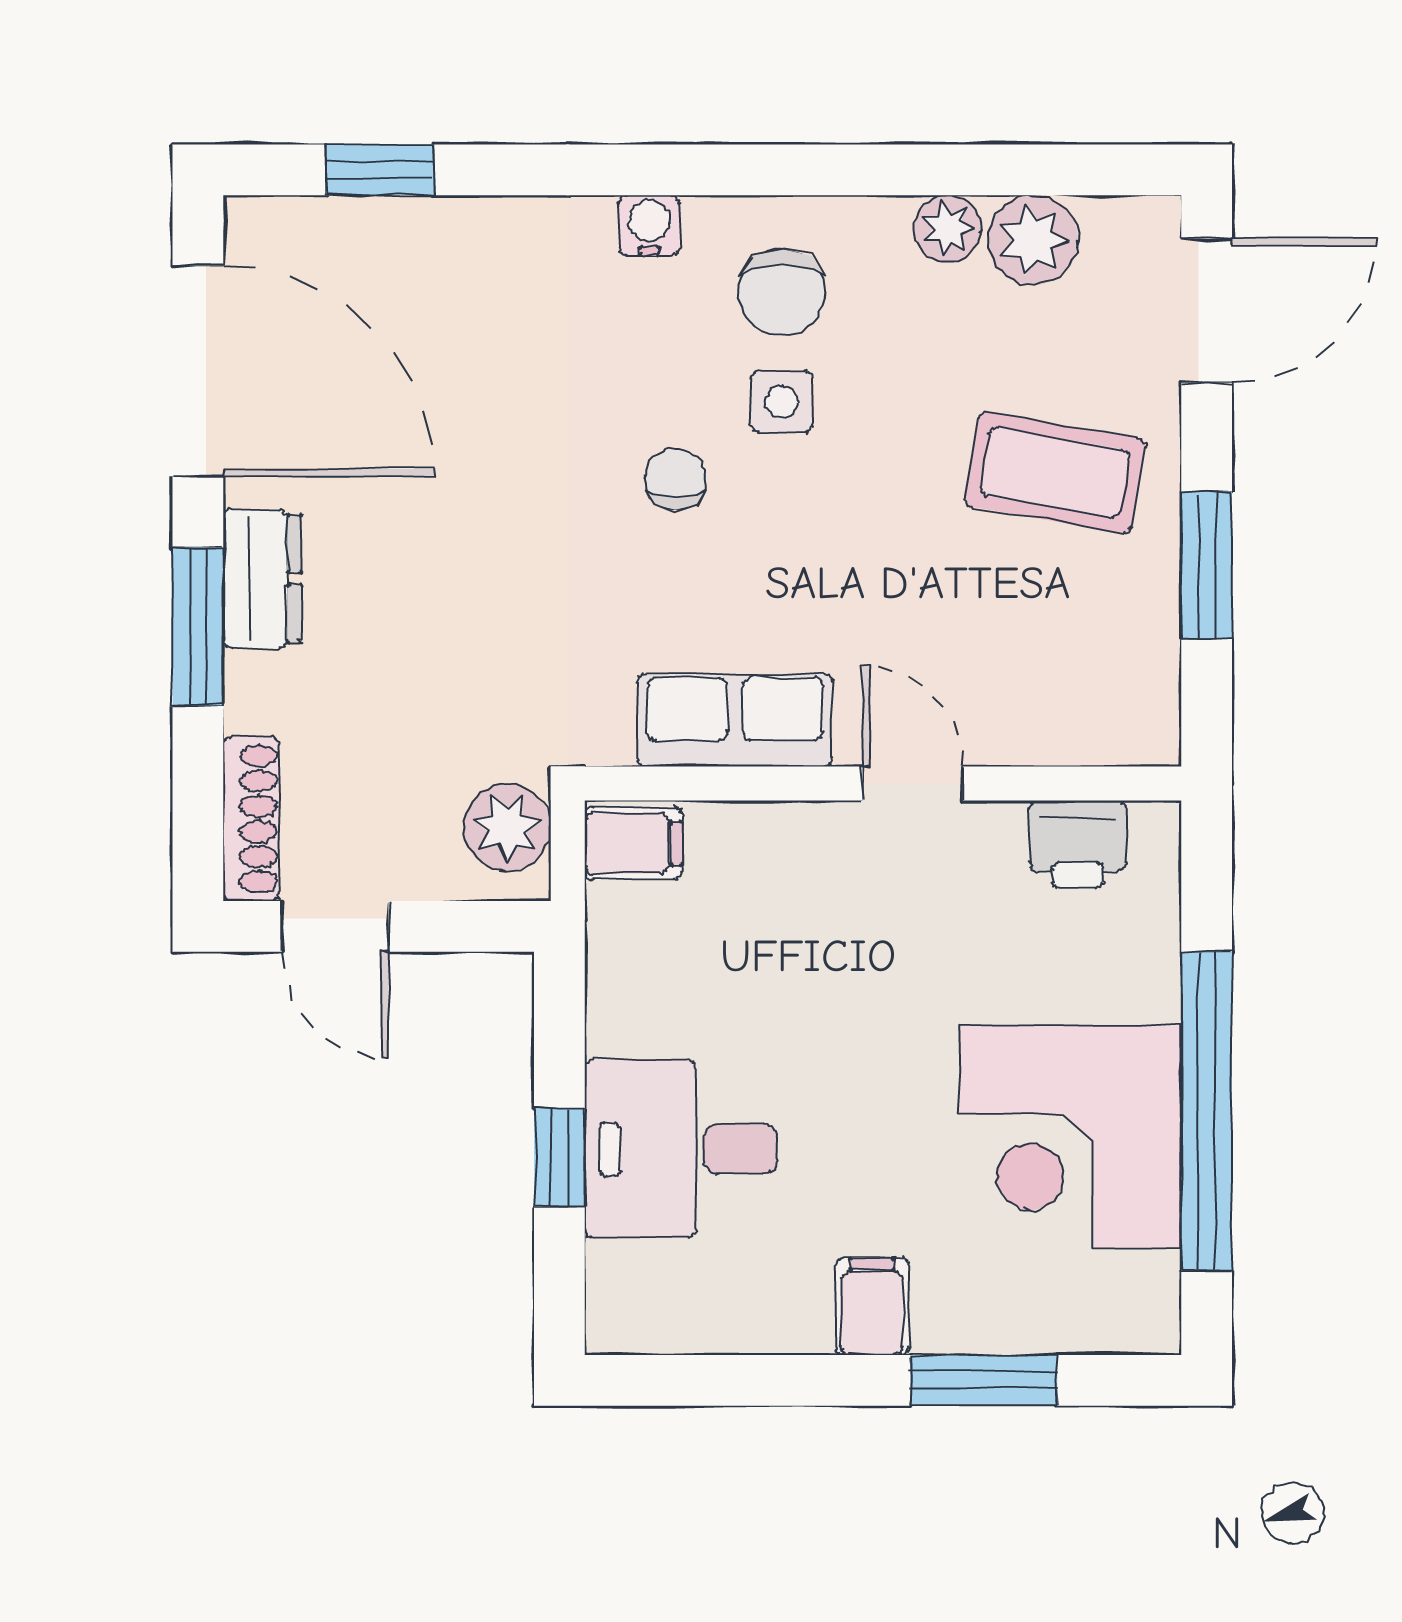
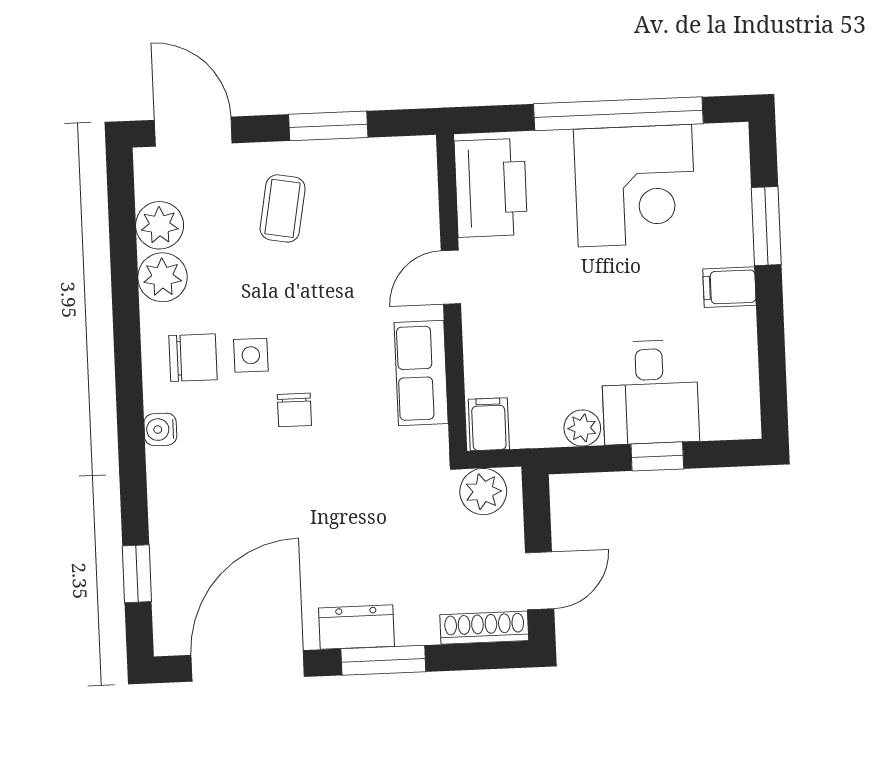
plant: (948, 229) -> (162, 277), width x1.38, depth x1.38
coffee table: (1055, 473) -> (283, 208), width x0.73, depth x0.77
chair: (675, 479) -> (294, 410), turned -90
printer: (1078, 845) -> (491, 188), width x1.87, depth x1.48
plant: (619, 1019) -> (582, 428), added

